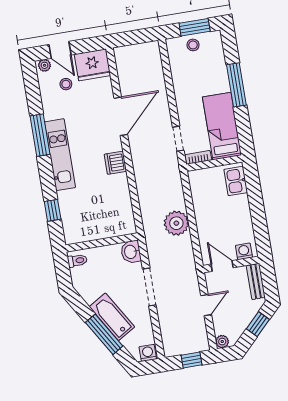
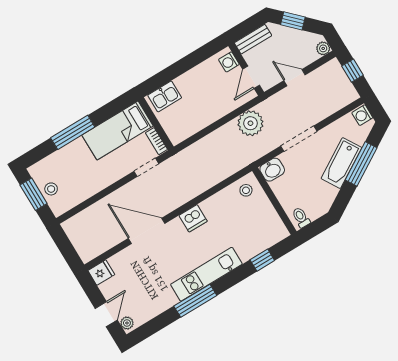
fridge: (92, 65) -> (101, 273), width x0.53, depth x0.75
stool: (66, 84) -> (246, 190), moved
plant: (176, 223) -> (250, 123), moved

